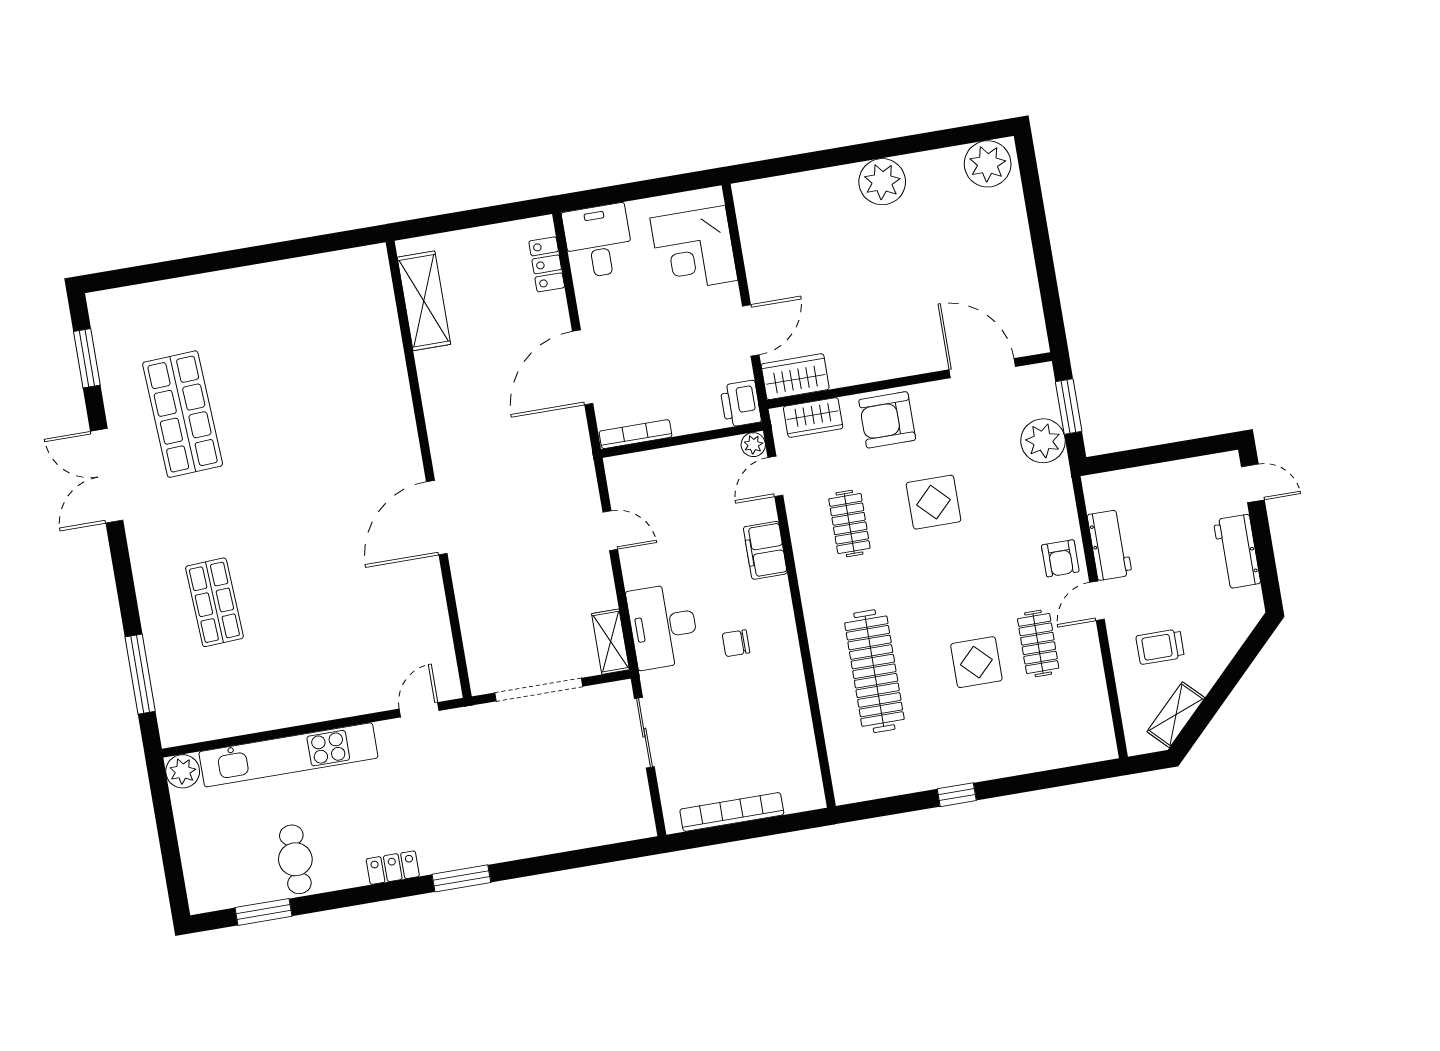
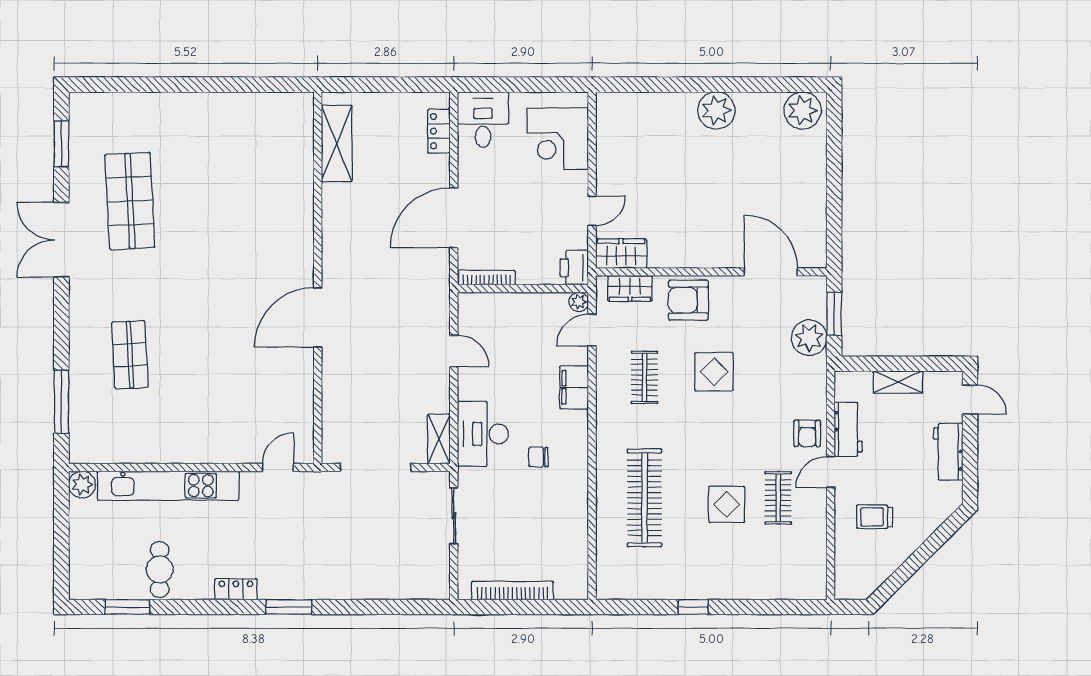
door: (751, 330) -> (592, 211), width x0.73
shelving: (1176, 715) -> (898, 382), moved, turned 45

